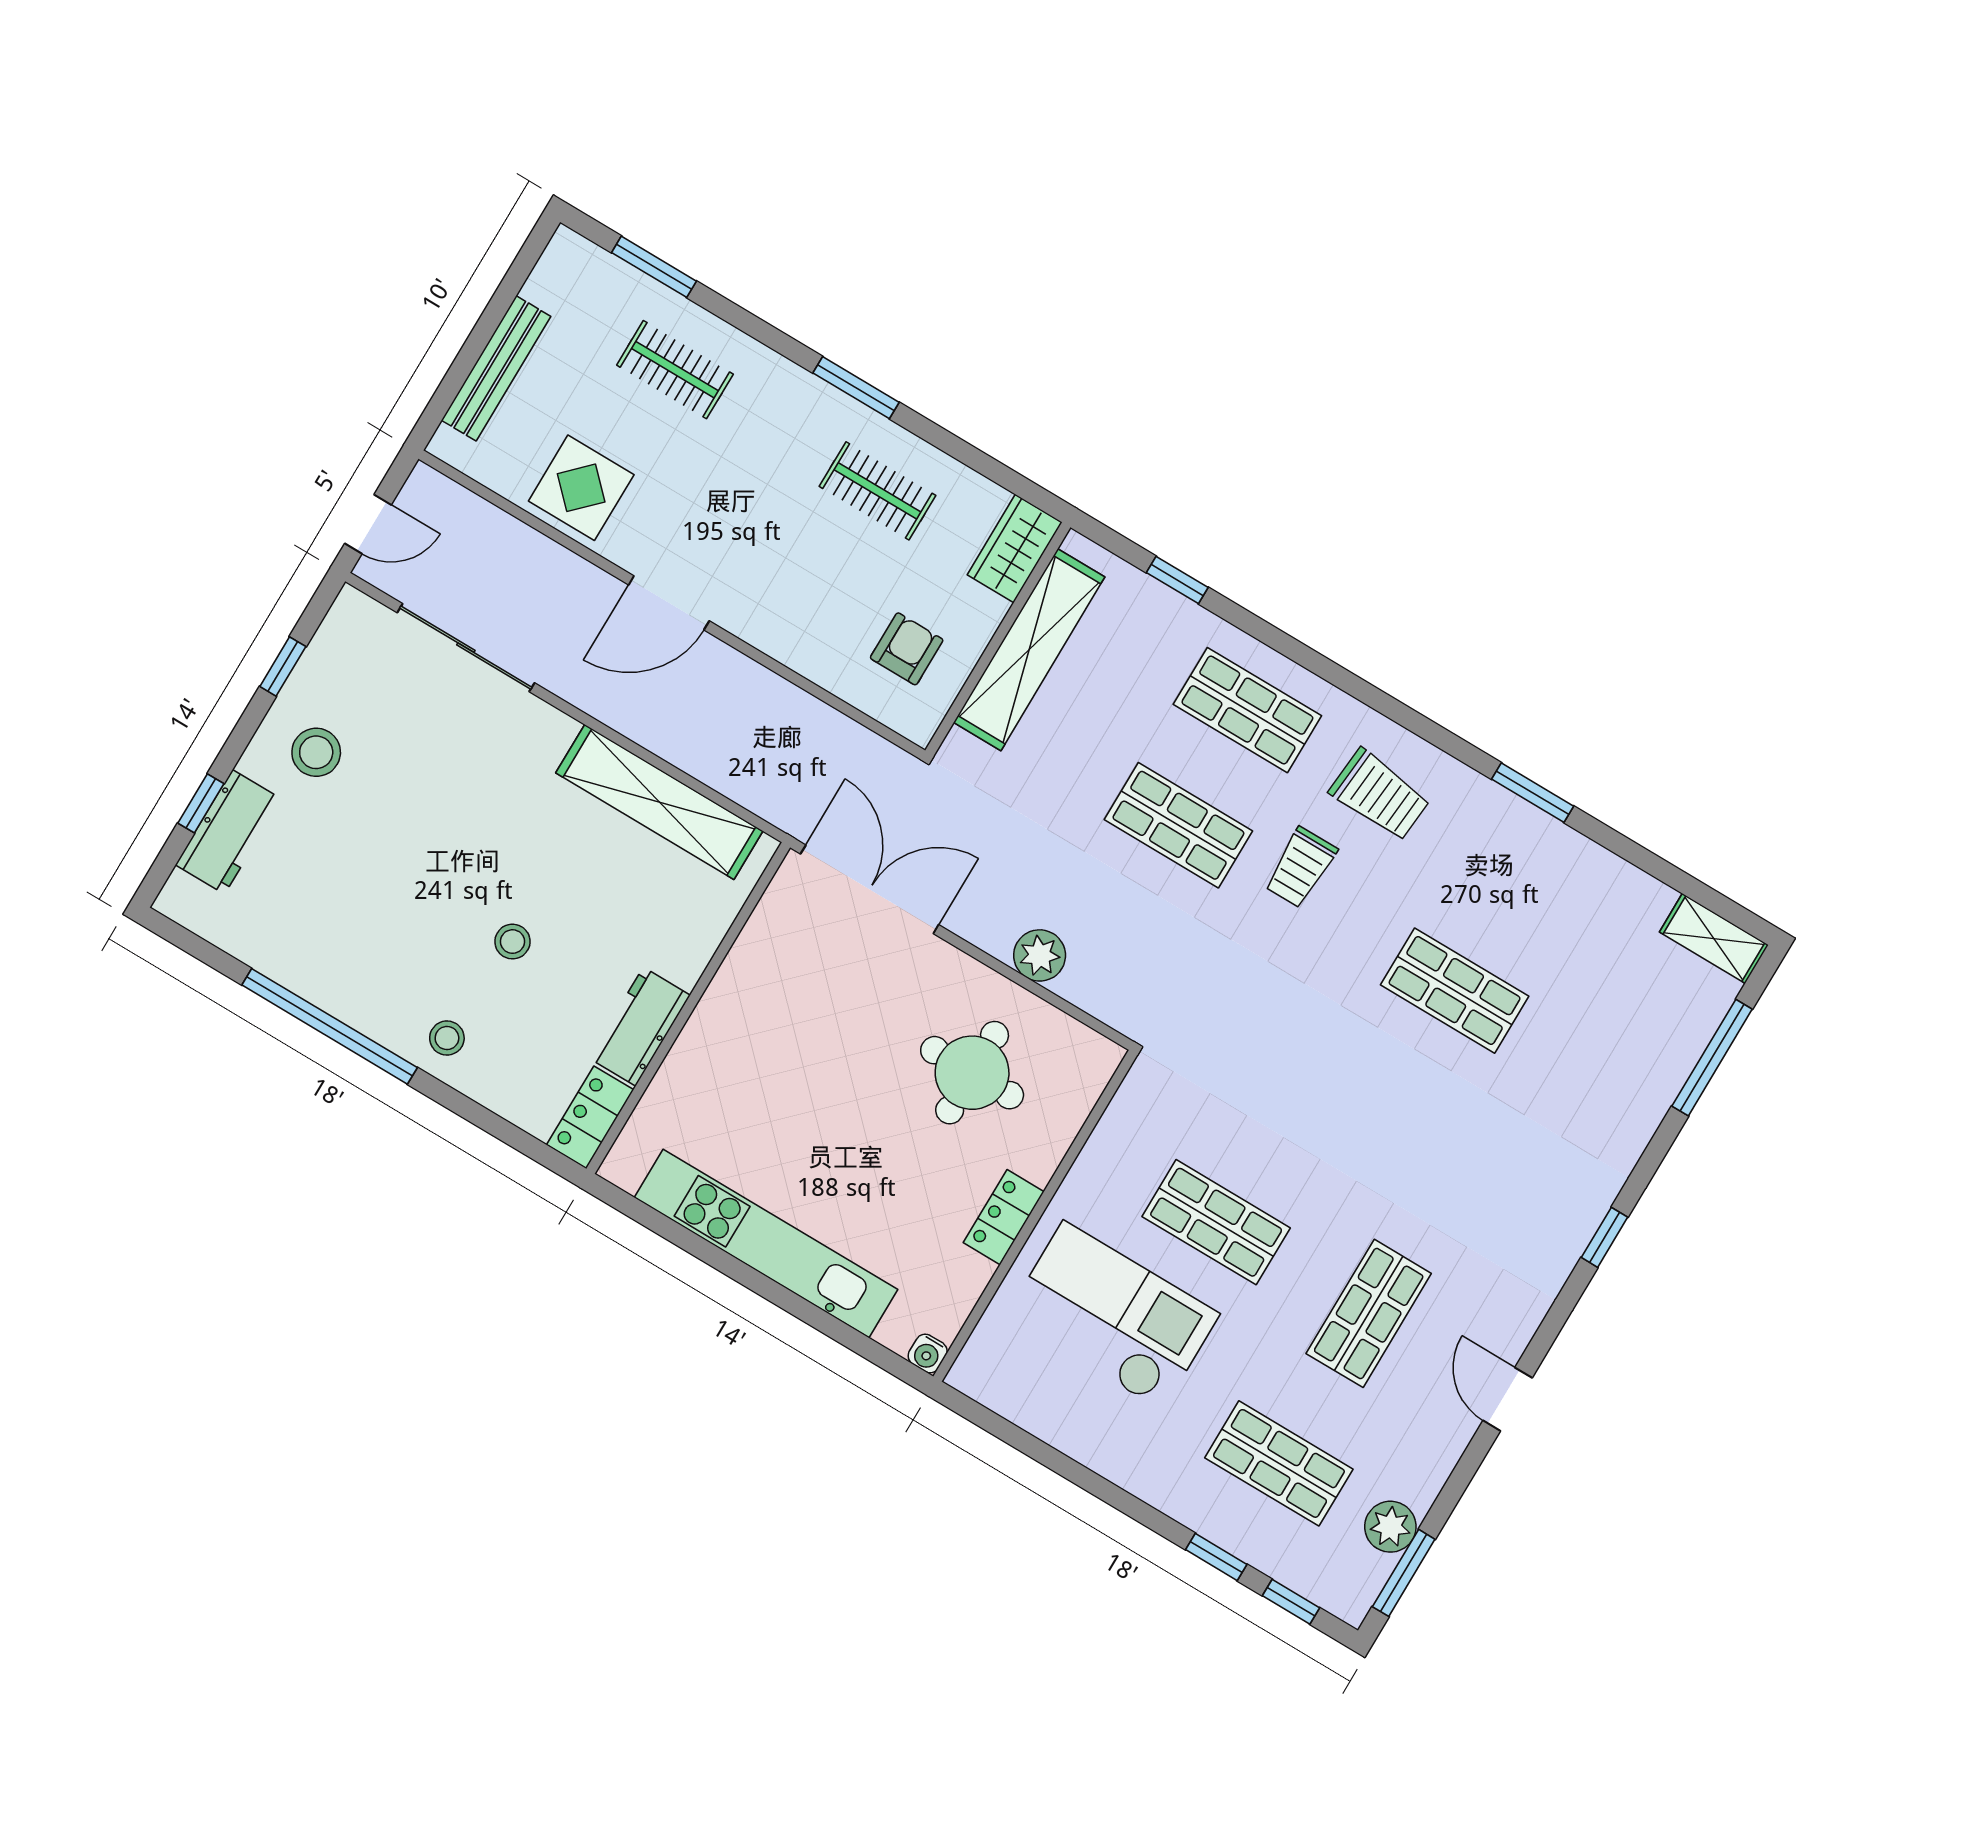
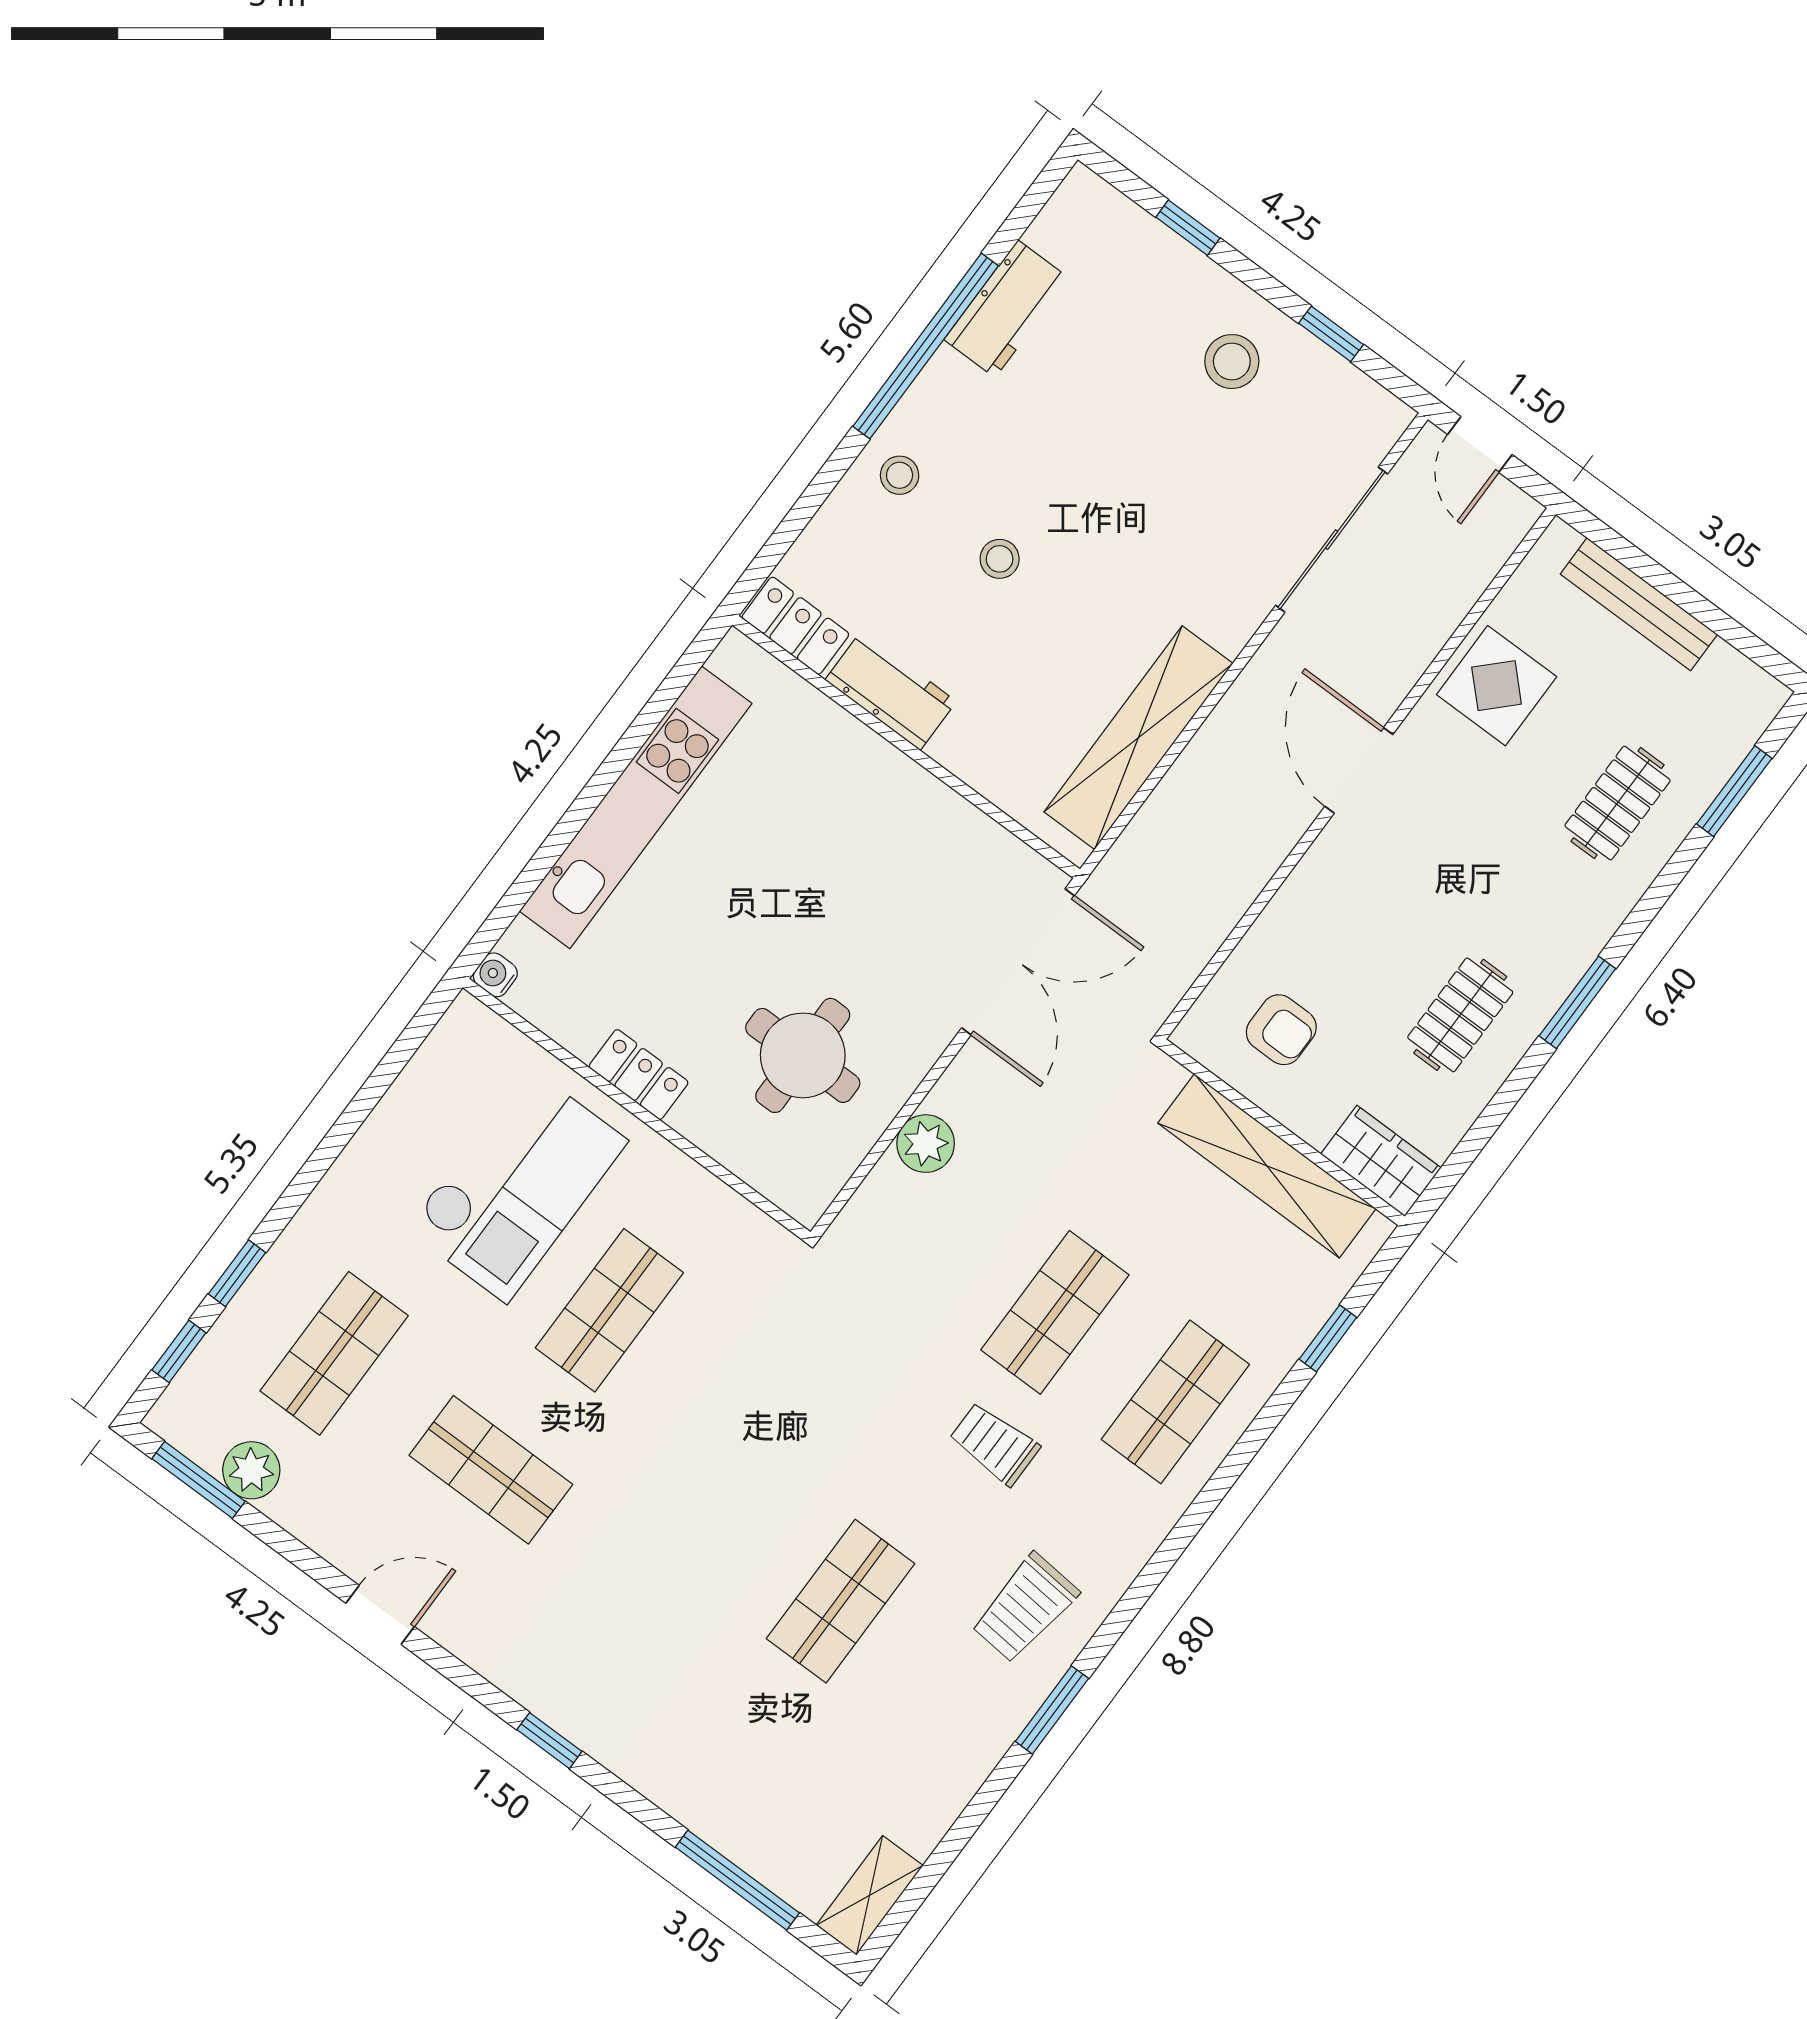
trolley: (1380, 795) -> (1025, 1608), moved
workbench: (228, 832) -> (1007, 309), moved, turned -90

